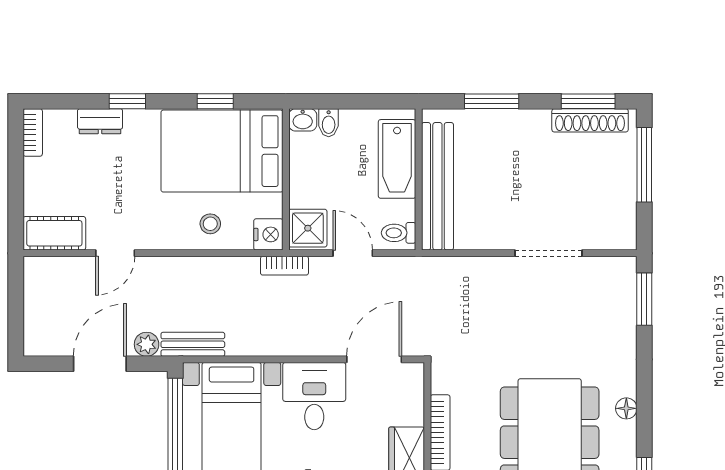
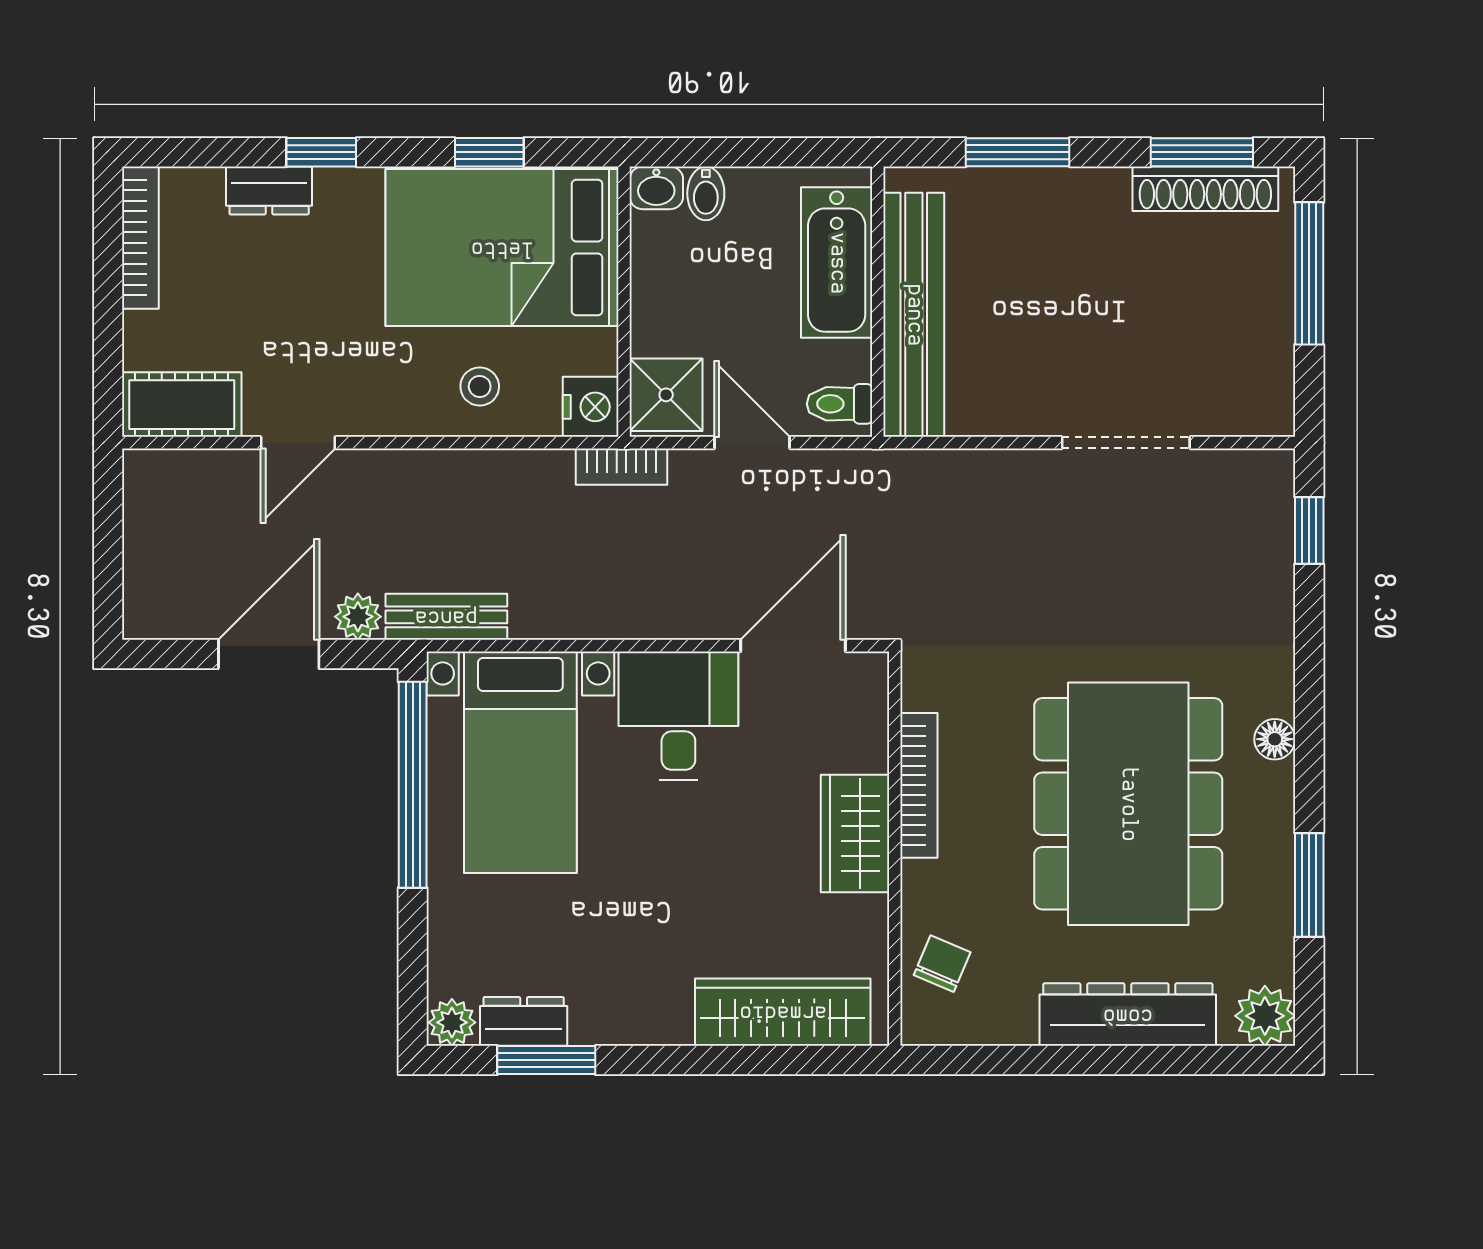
bookcase: (33, 132) -> (140, 238), width x1.56
window: (644, 299) -> (1309, 531), width x0.67

